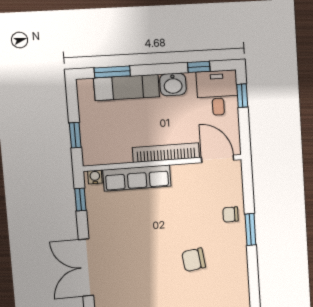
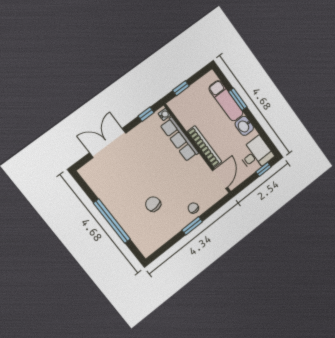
window: (199, 67) -> (263, 134), removed
window: (112, 72) -> (238, 99), moved

